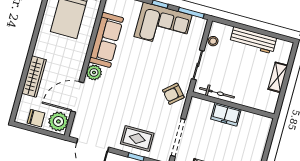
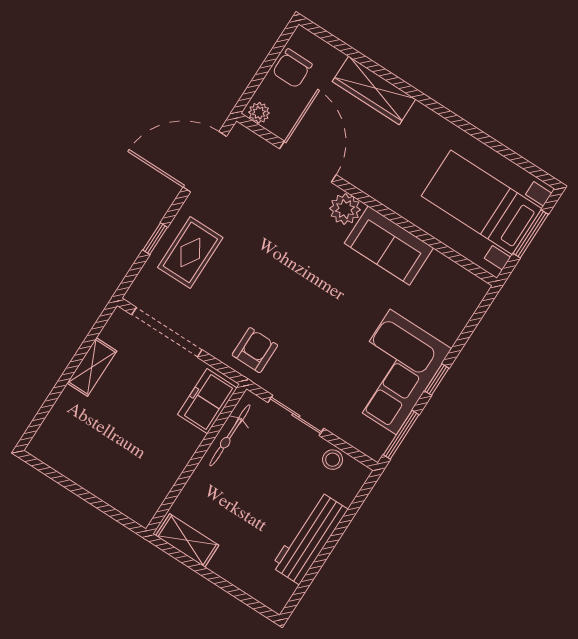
sofa: (106, 40) -> (389, 245), width x0.73
shelving: (278, 77) -> (187, 540), moved
armchair: (173, 94) -> (255, 350), turned 41
freezer: (226, 114) -> (207, 401), moved
plant: (58, 121) -> (259, 113), width x0.53, depth x0.53

